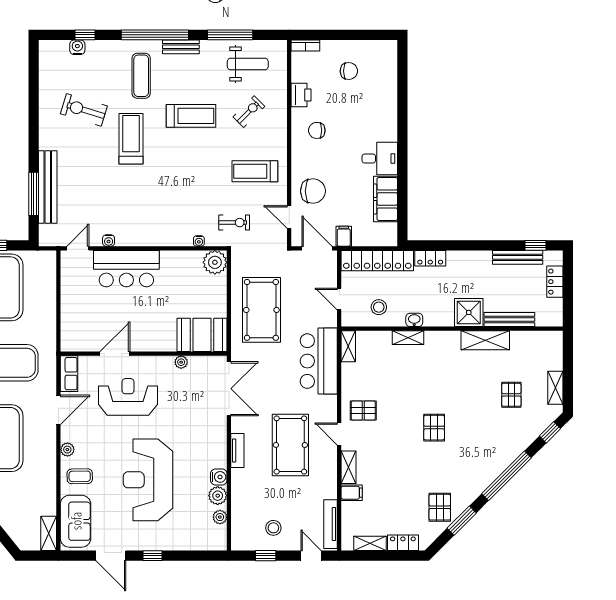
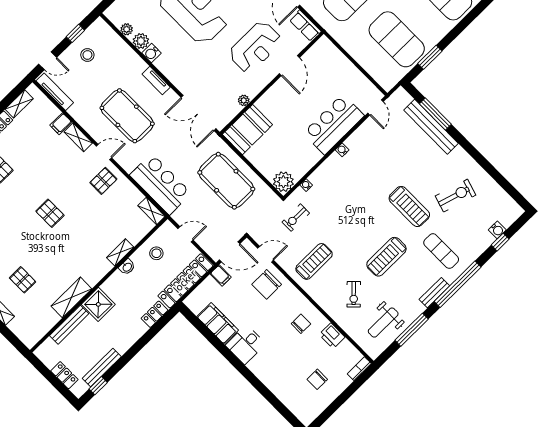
water cooler: (109, 241) -> (342, 150), moved

